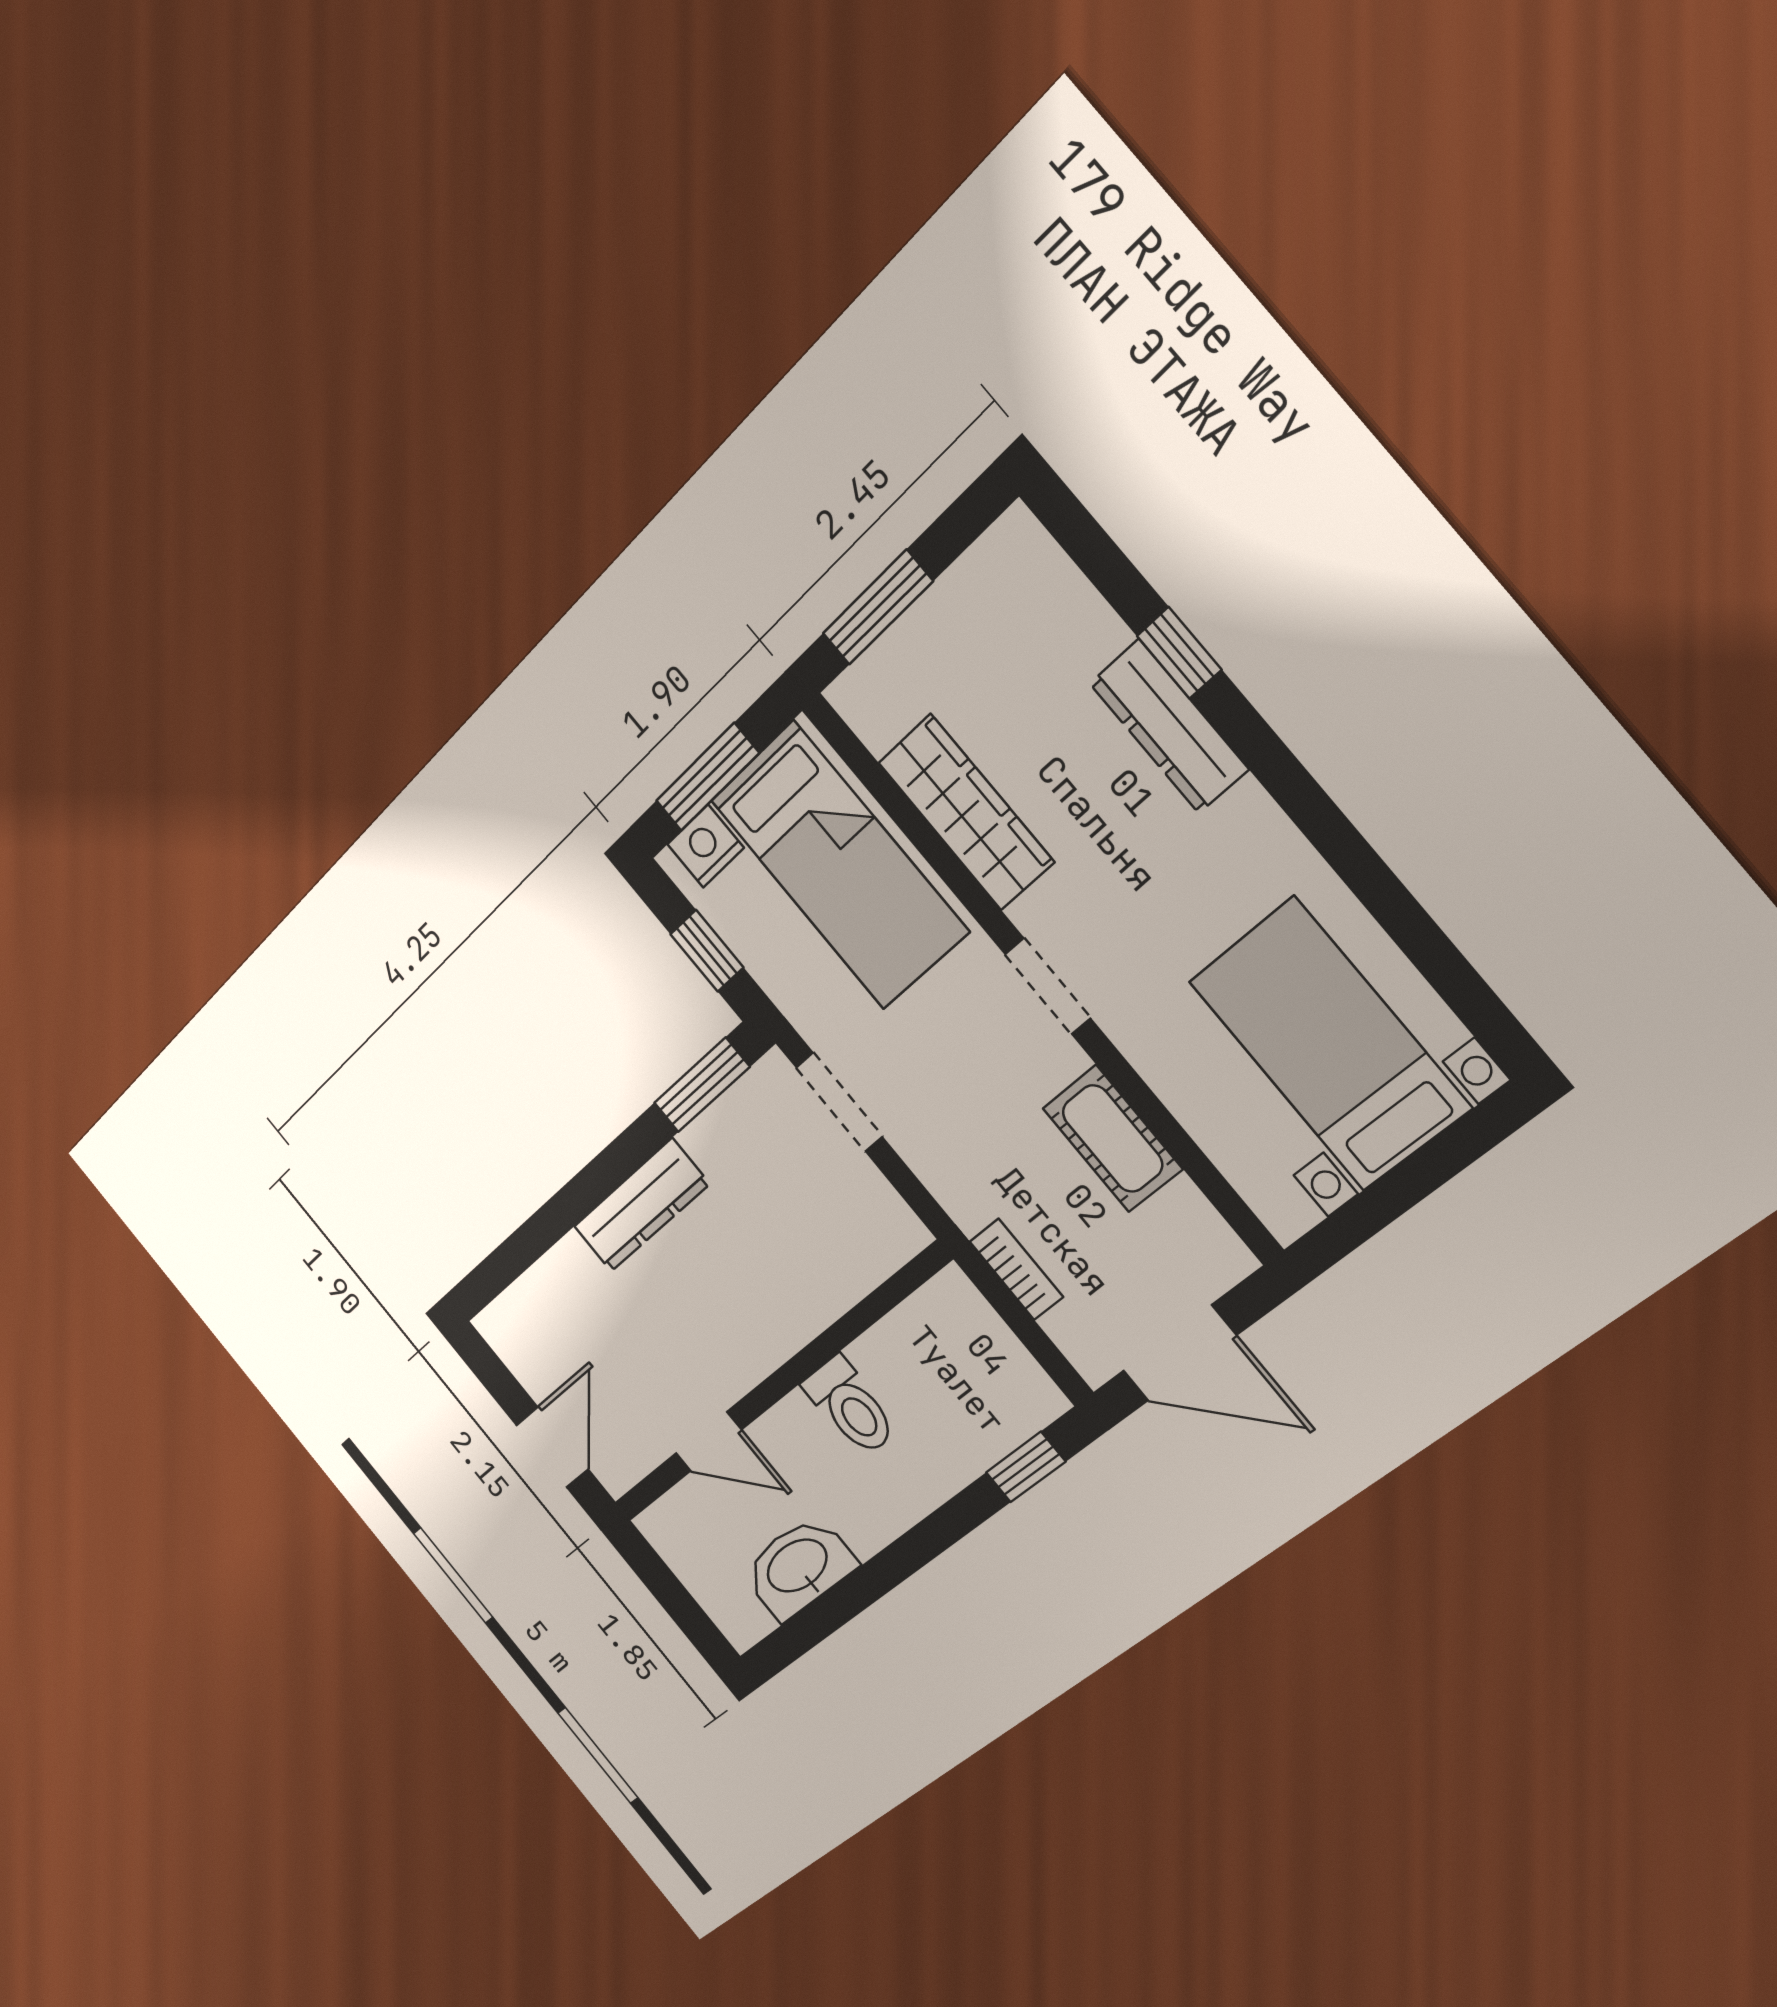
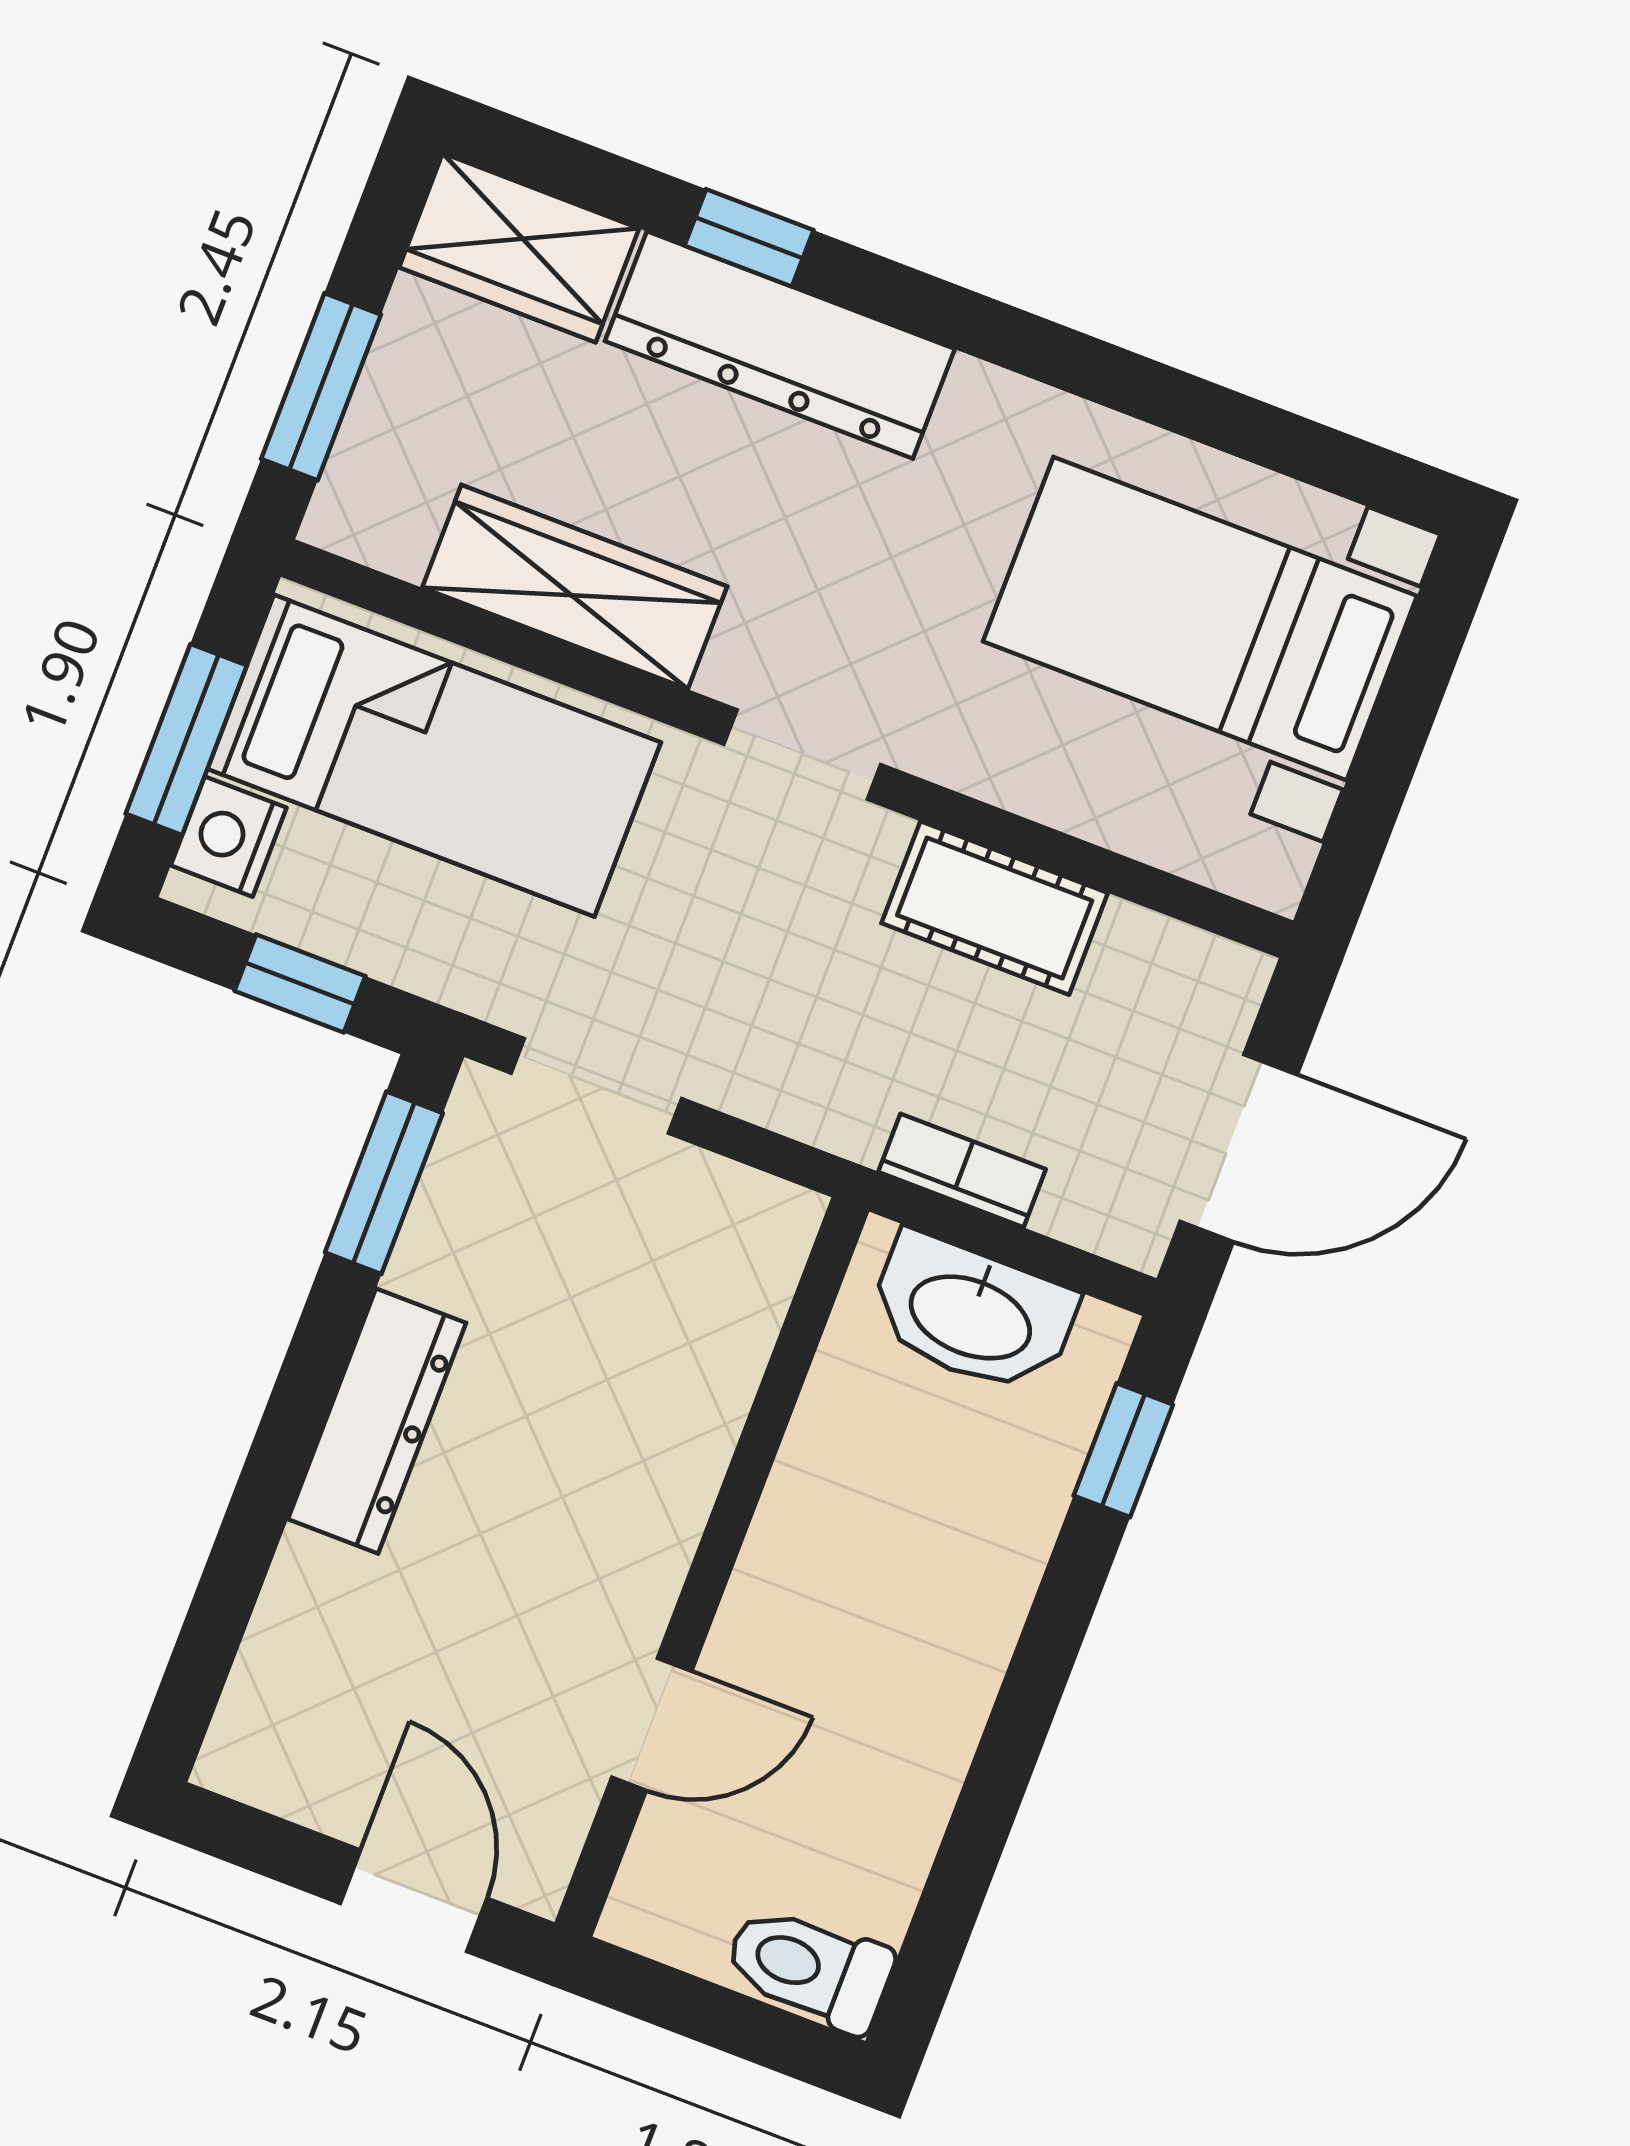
wardrobe: (1036, 583) -> (519, 248), added
dresser: (1169, 726) -> (780, 345), width x1.37, depth x1.24
toilet: (850, 1406) -> (809, 1968), moved, turned 180
washbasin: (798, 1567) -> (972, 1314), moved, turned -90

